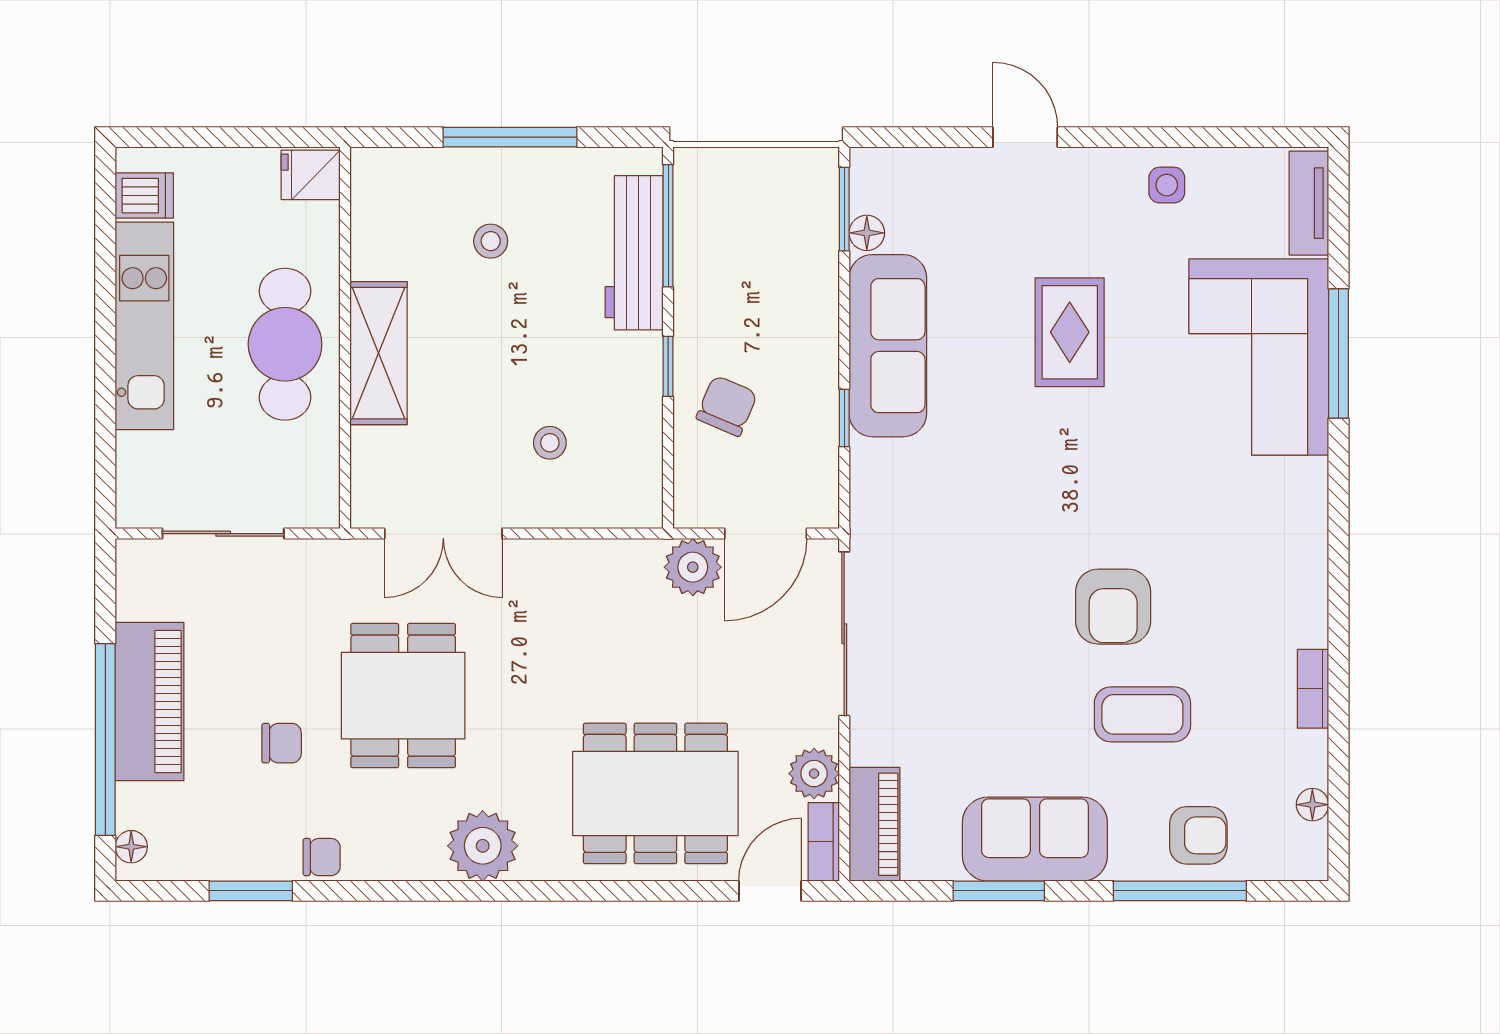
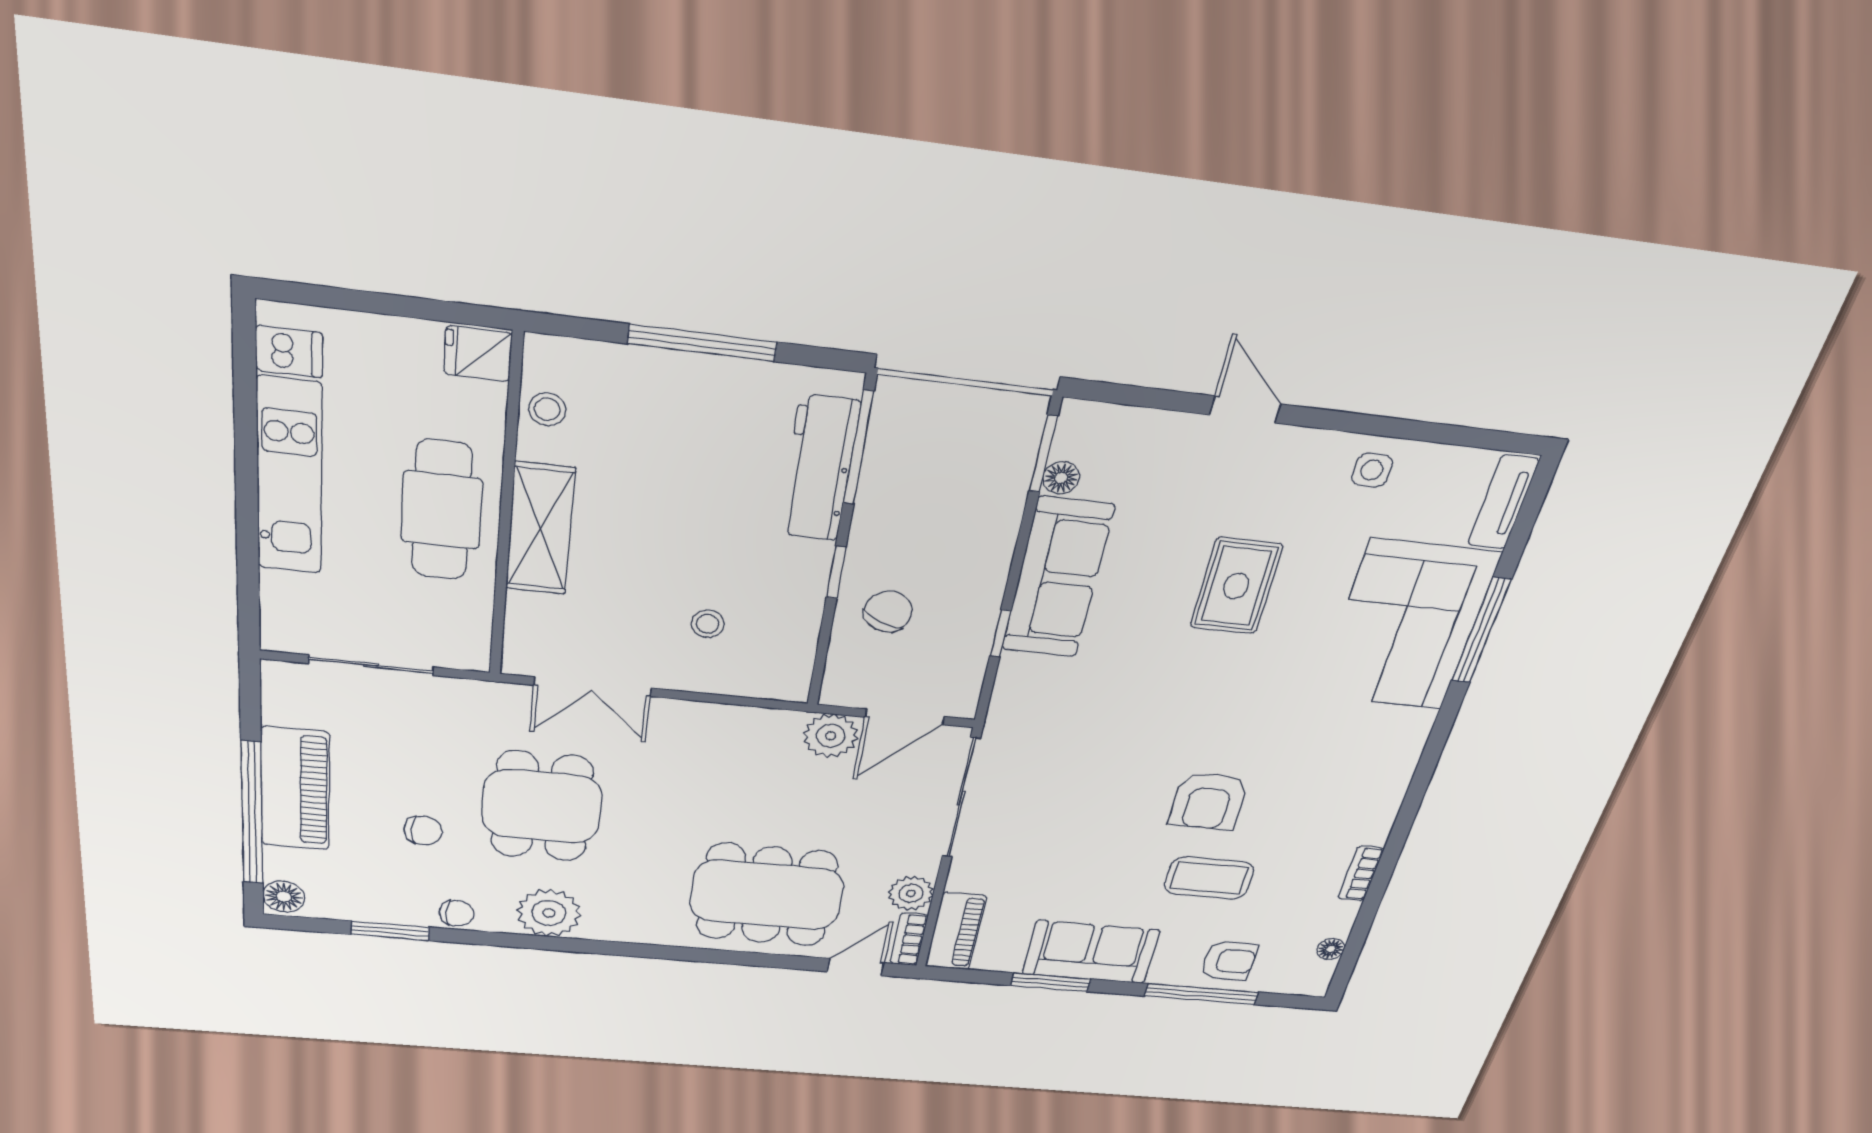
stool: (491, 241) -> (547, 409), moved
plant: (483, 846) -> (549, 913), moved
floor lamp: (131, 847) -> (284, 897), width x1.37, depth x1.37

